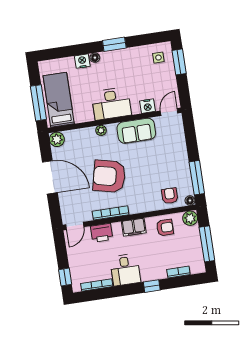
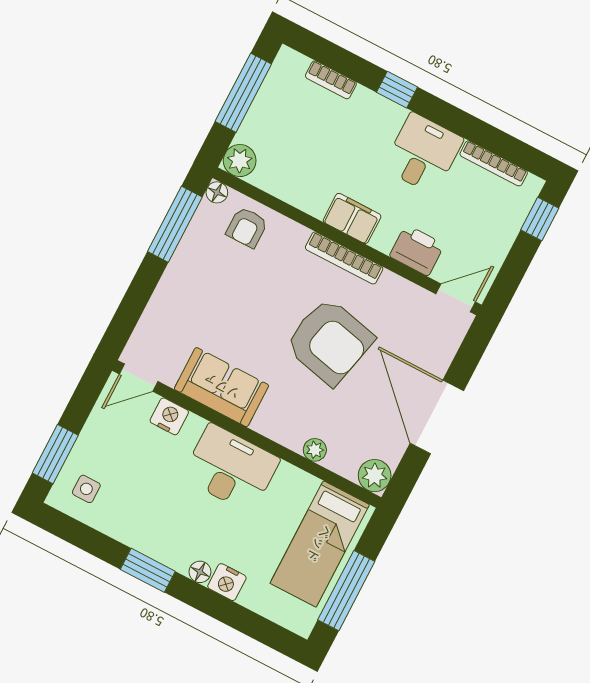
window: (38, 103) -> (346, 591), moved
plant: (101, 130) -> (315, 450), moved
bookcase: (111, 213) -> (344, 258), moved
armchair: (165, 228) -> (297, 177), removed

